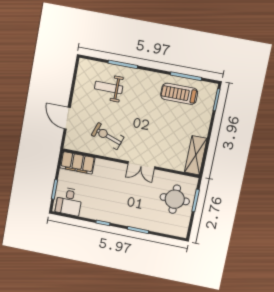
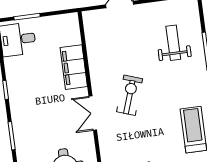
exercise bike: (108, 136) -> (130, 95), moved
filing cabinet: (77, 163) -> (74, 67), moved

